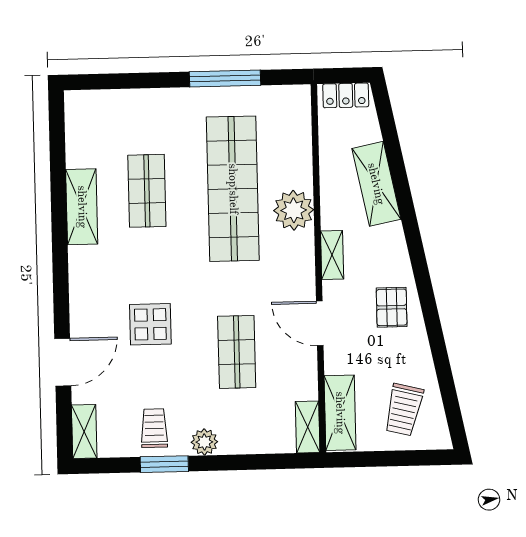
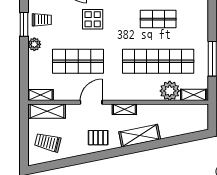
locker: (346, 95) -> (203, 118), removed
shelving: (300, 115) -> (194, 95), added
shelving: (376, 184) -> (140, 136), moved
plant: (294, 210) -> (170, 91), moved
shop shelf: (237, 352) -> (78, 61), width x1.43, depth x1.36

